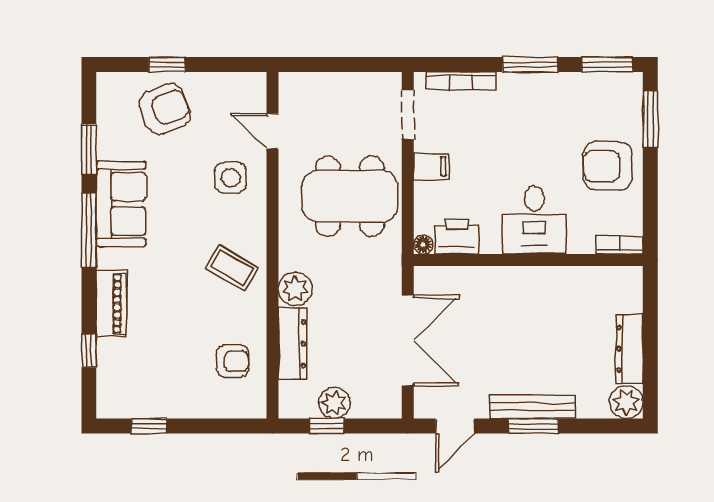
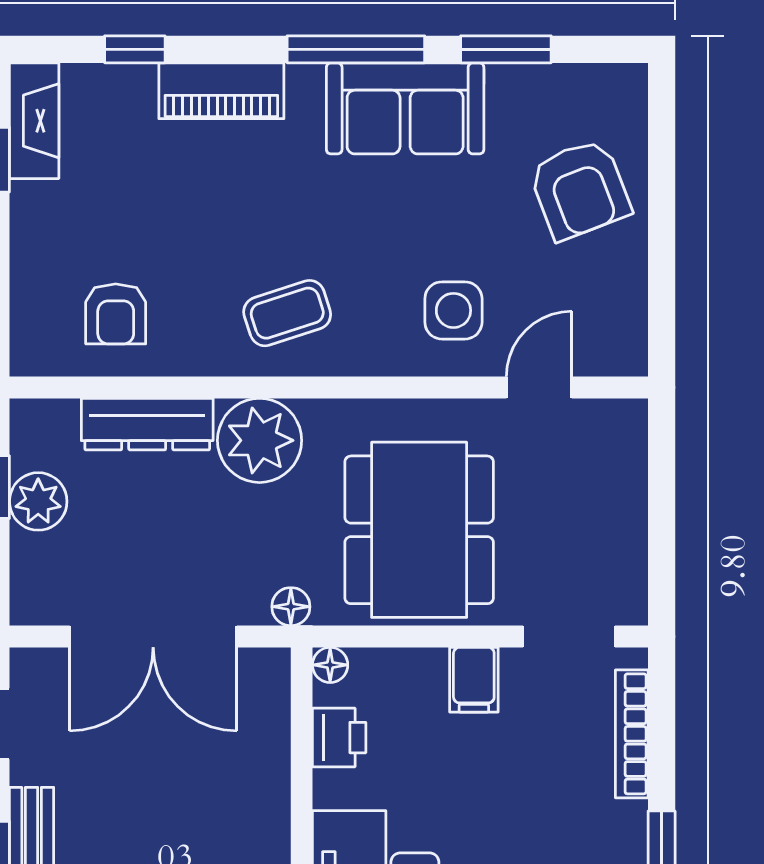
window: (167, 65) -> (662, 193), removed
printer: (457, 236) -> (339, 738), width x0.73, depth x0.81
floor lamp: (392, 266) -> (291, 607), added
coffee table: (232, 268) -> (287, 313), turned 42
plant: (295, 289) -> (260, 440), width x1.36, depth x1.36
fireplace: (128, 405) -> (34, 121), added

